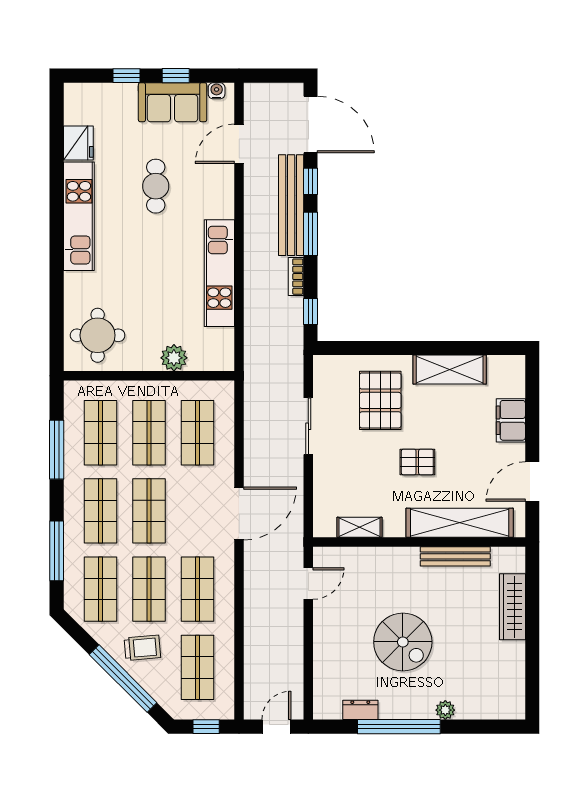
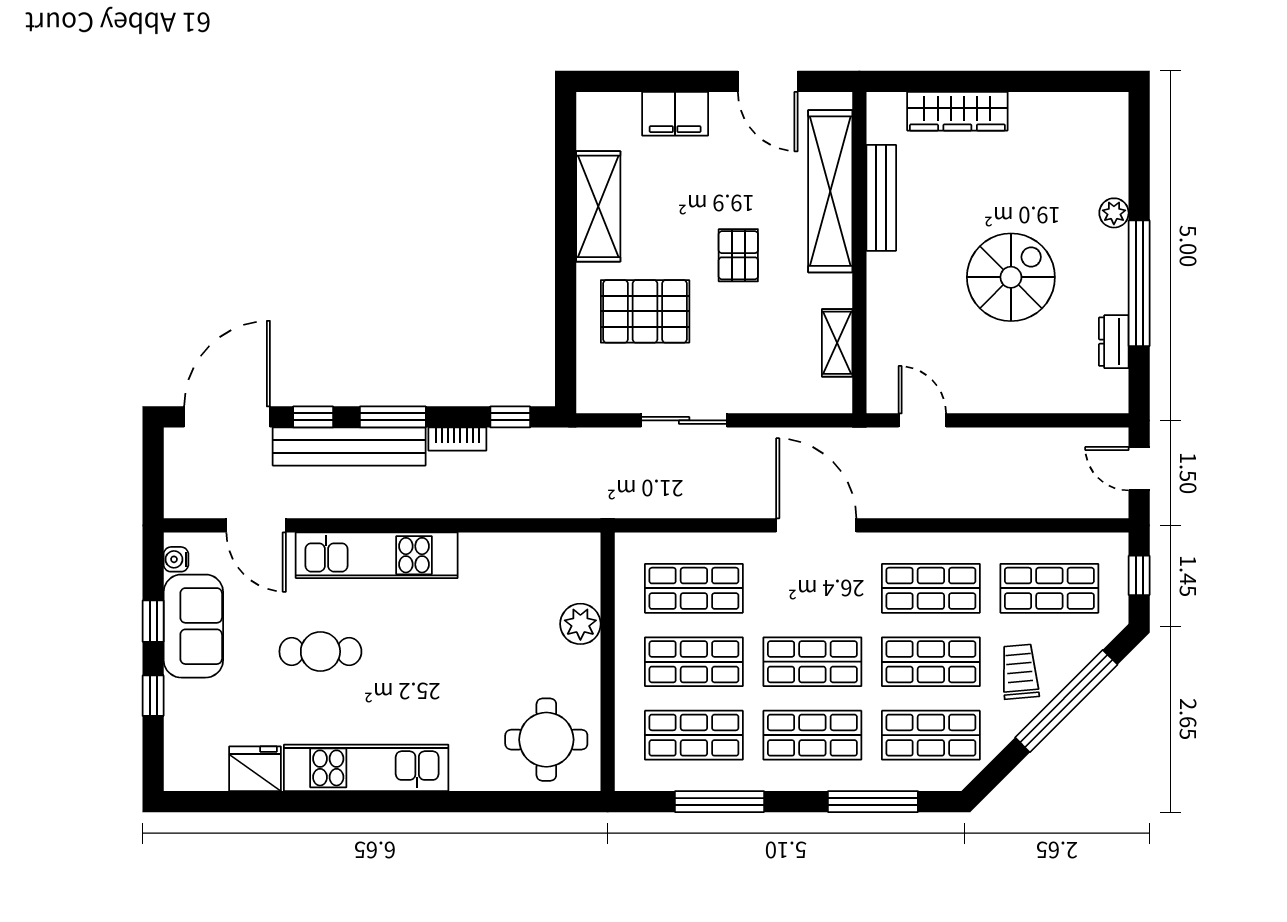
kitchen unit: (219, 273) -> (377, 555), moved

